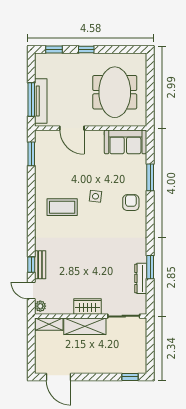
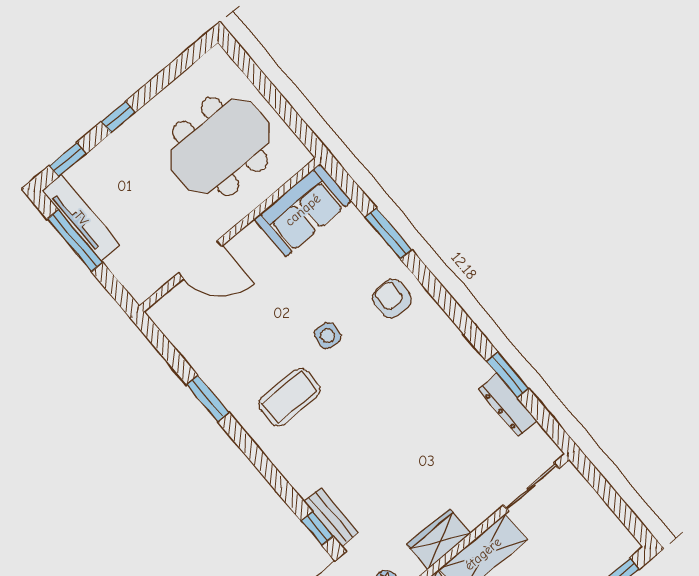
meeting table: (115, 92) -> (220, 146), turned 90
window: (31, 100) -> (75, 241), moved
tv unit: (41, 101) -> (81, 218), moved
window: (31, 154) -> (208, 399), moved
wardrobe: (88, 307) -> (439, 539), moved

